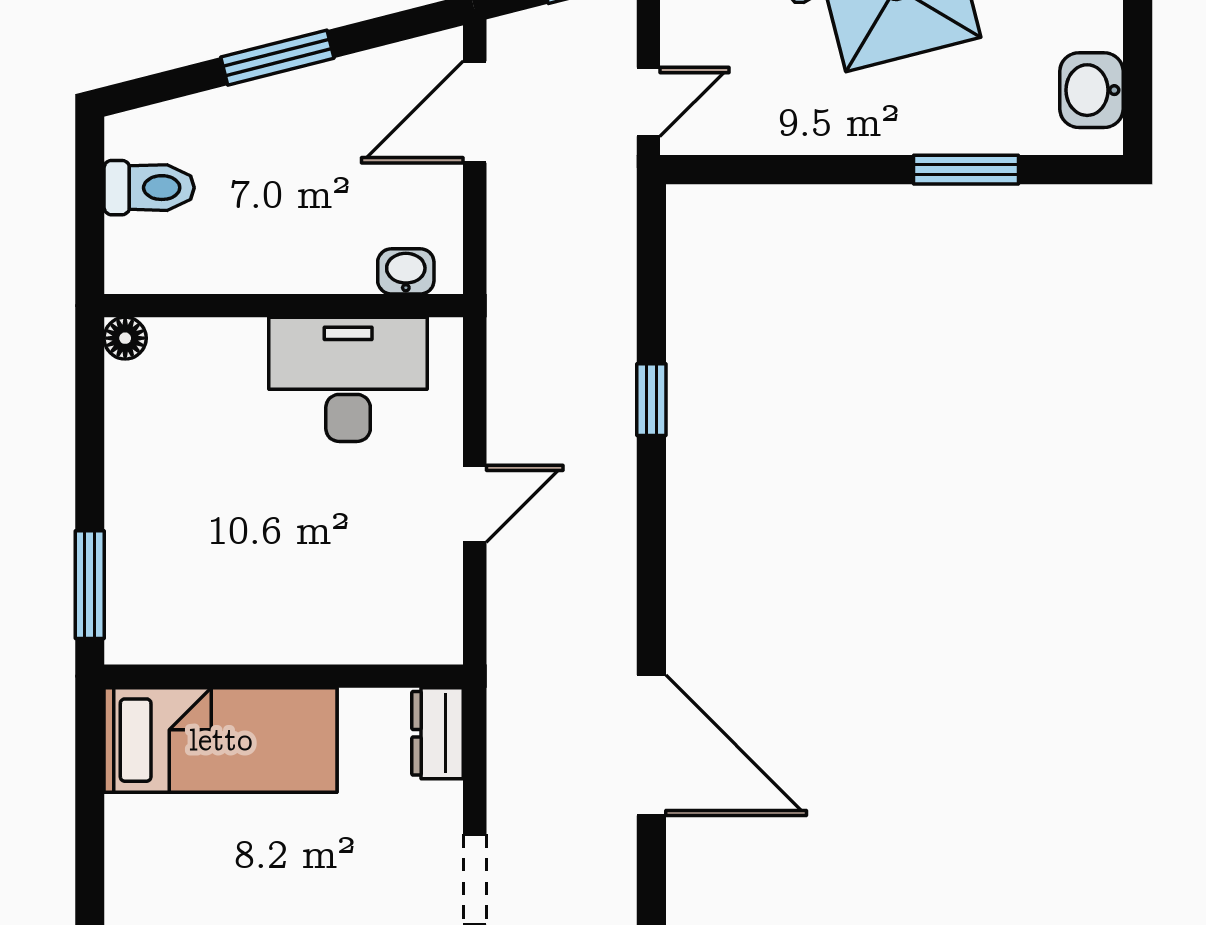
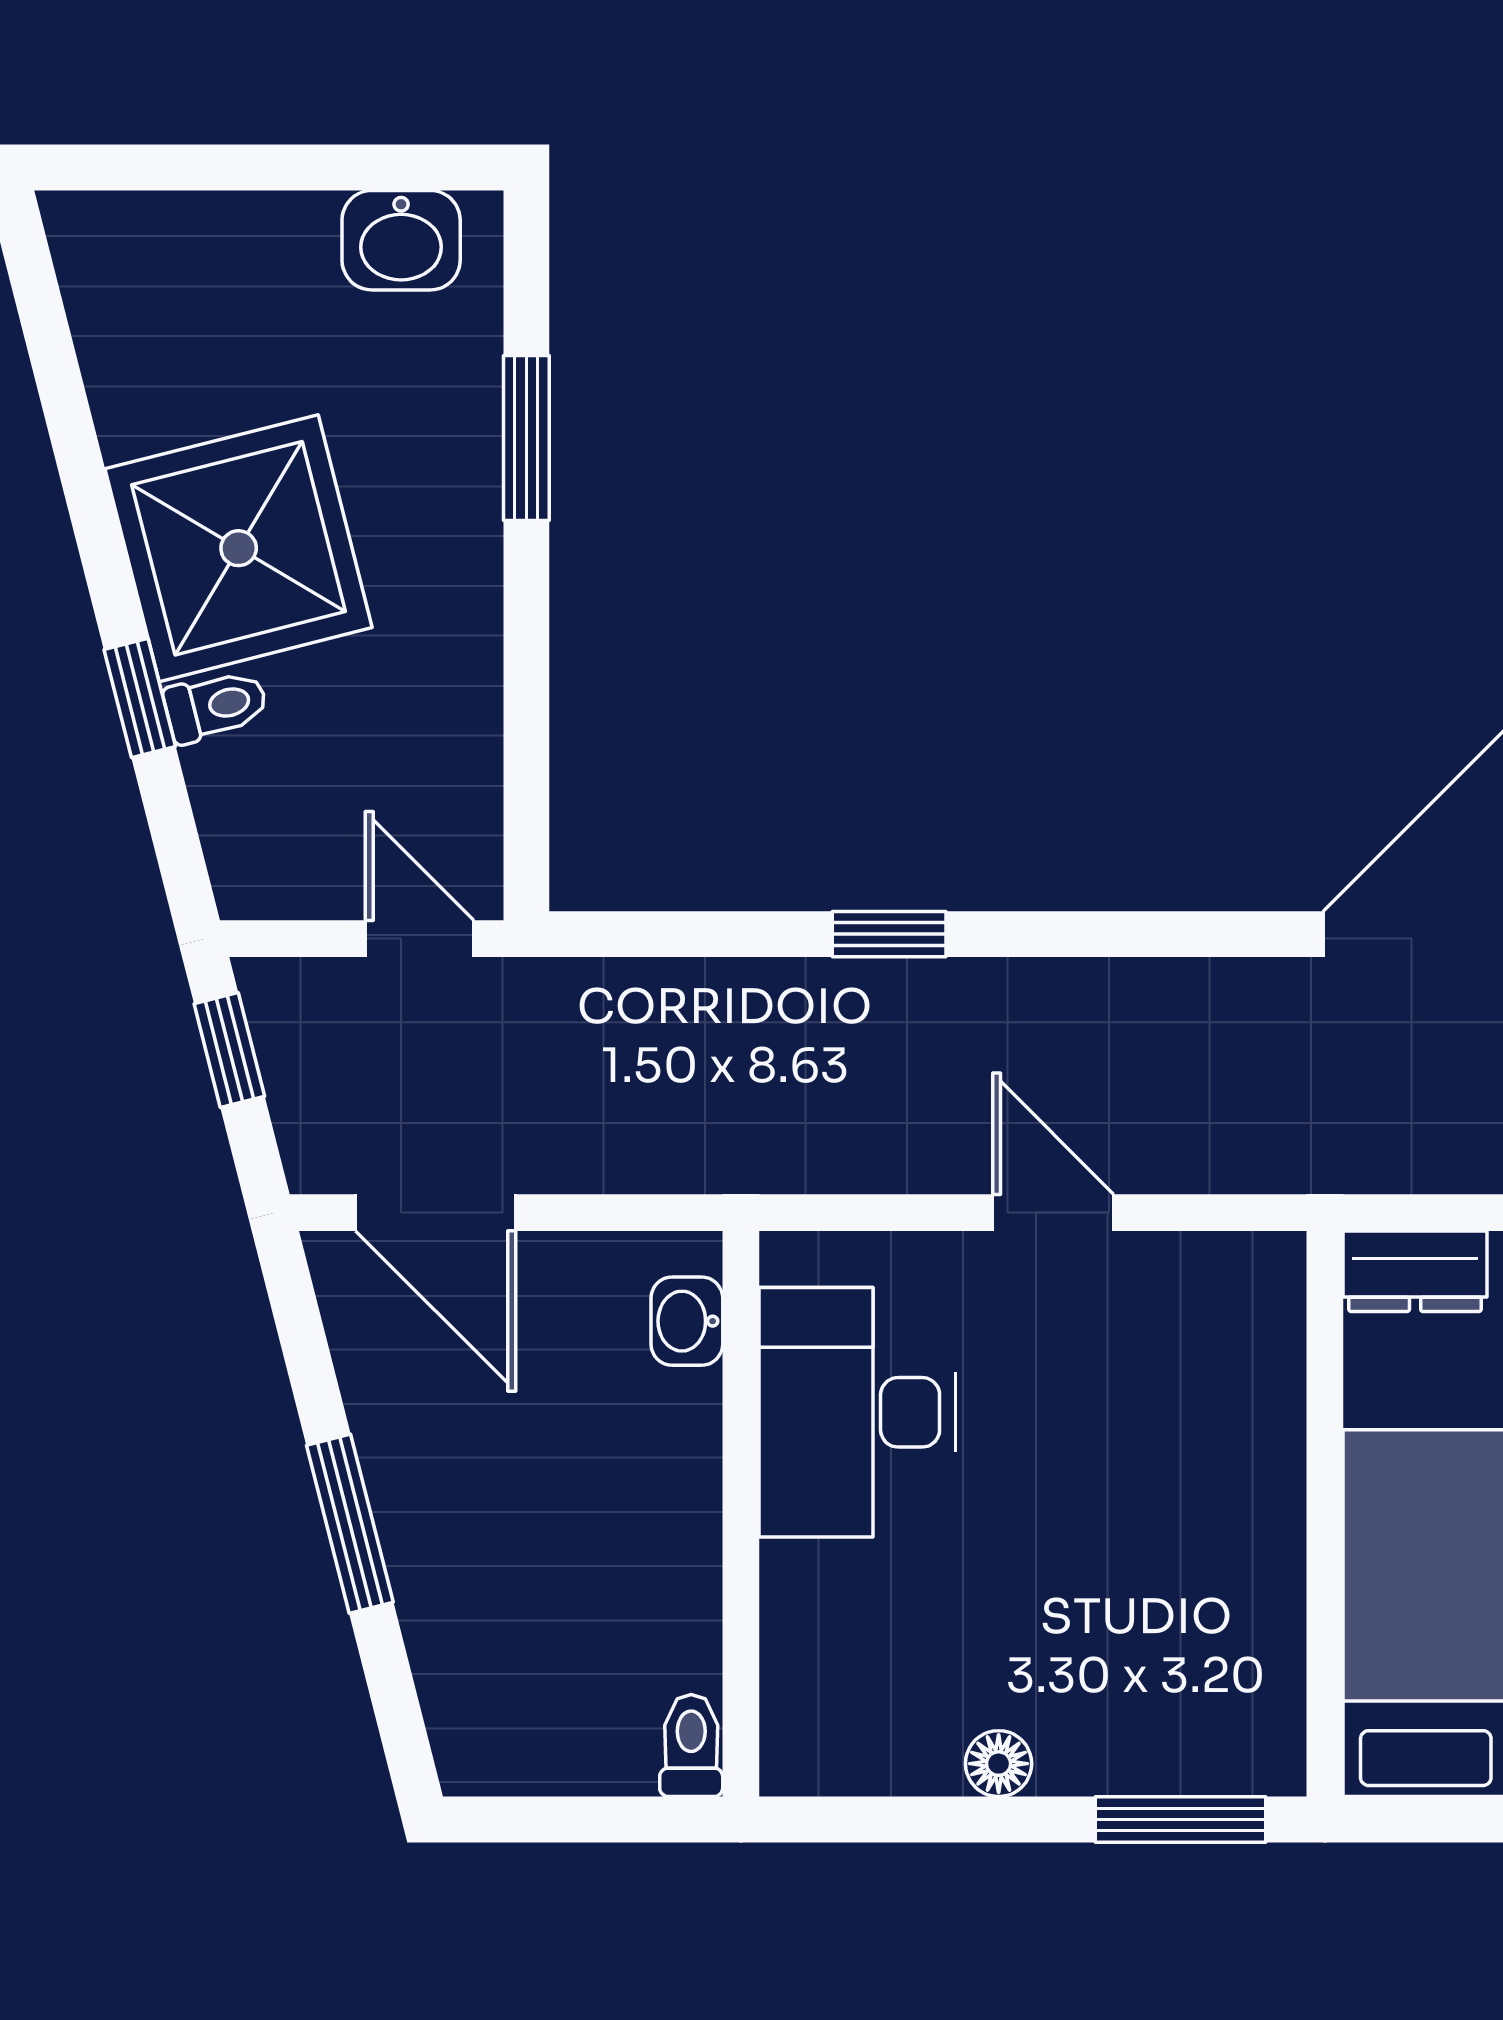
toilet: (149, 188) -> (691, 1746), moved, width x0.73, depth x0.72
floor lamp: (125, 338) -> (999, 1764), moved

